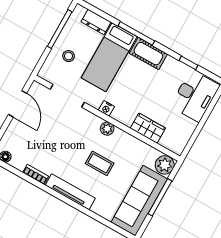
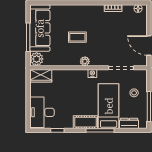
wardrobe: (148, 128) -> (41, 76), moved
tv unit: (70, 192) -> (86, 9), removed

